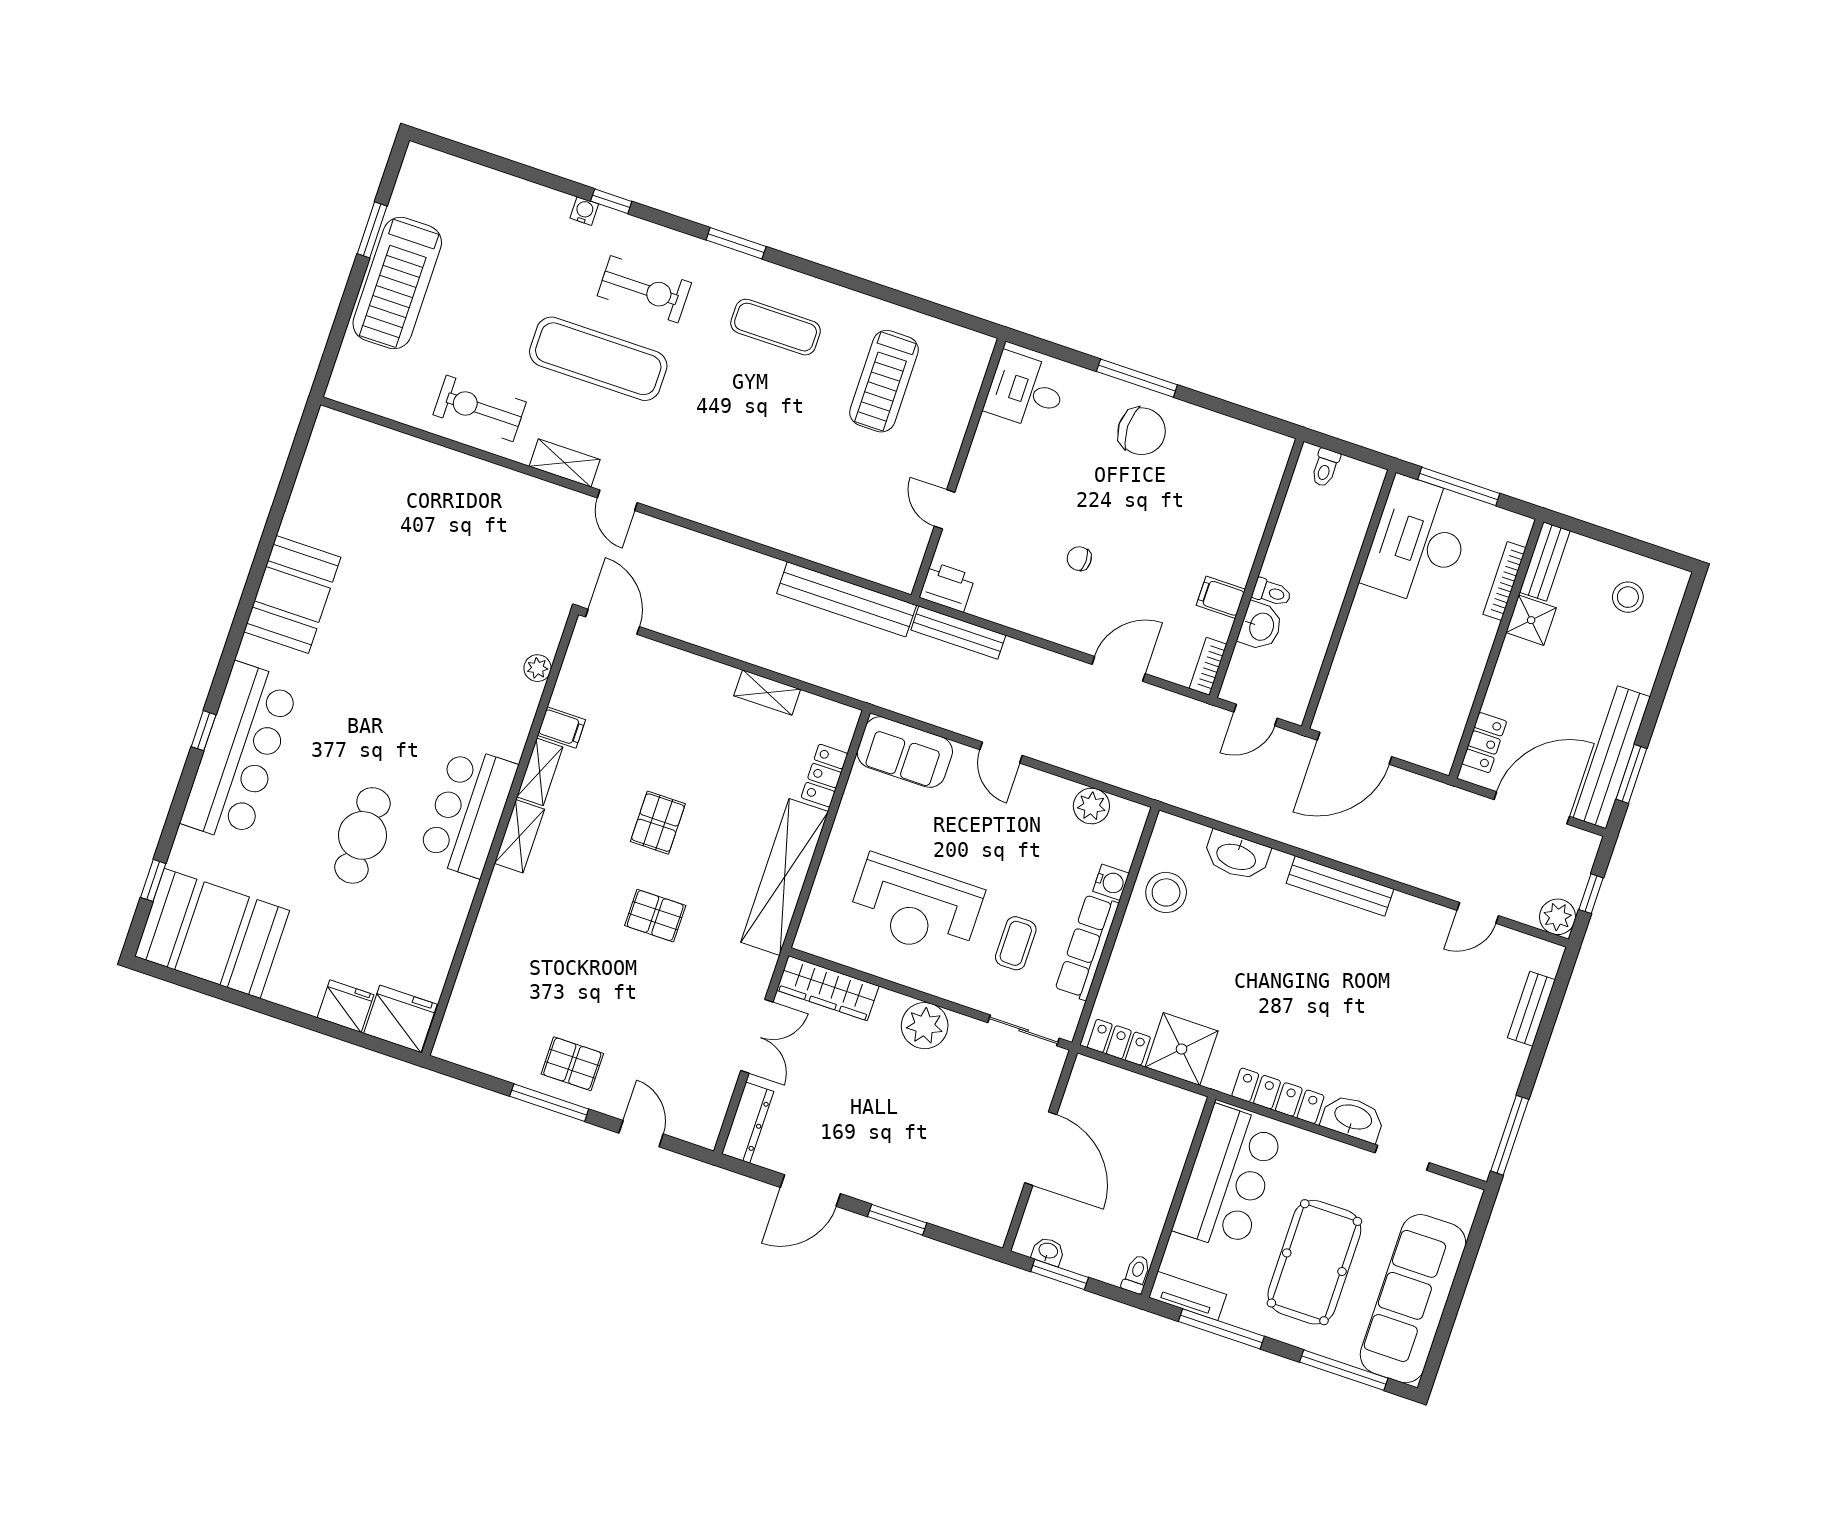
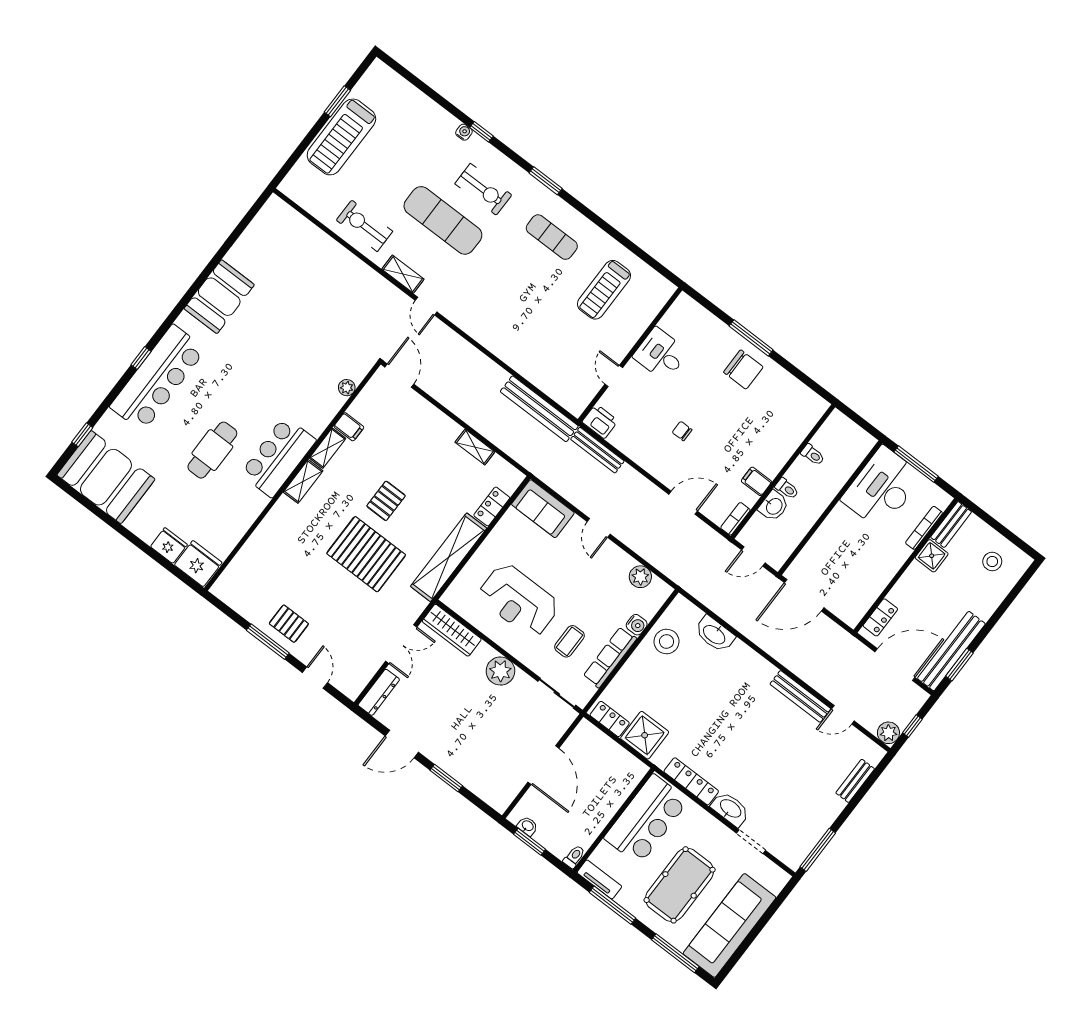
desk: (1026, 391) -> (661, 354), moved
toilet: (1325, 468) -> (813, 455), moved, turned -90
bench: (1340, 886) -> (800, 696), moved
pallet: (655, 916) -> (366, 554), width x2.05, depth x2.00

